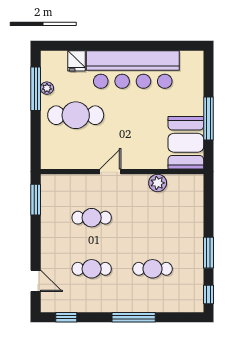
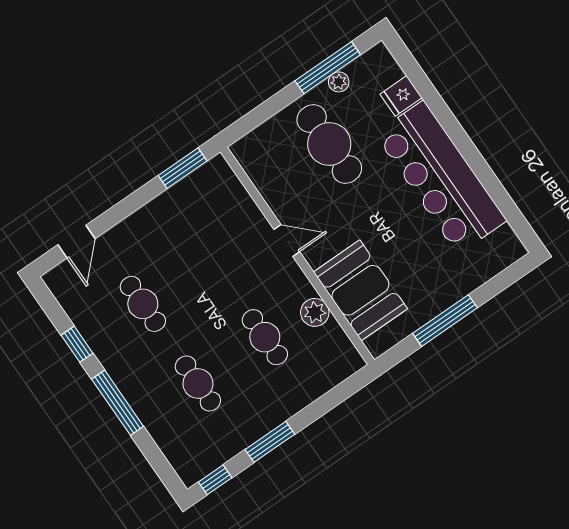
booth: (186, 143) -> (360, 290), moved, turned 90
cafe table: (92, 218) -> (265, 337), moved
window: (66, 317) -> (77, 344), moved

